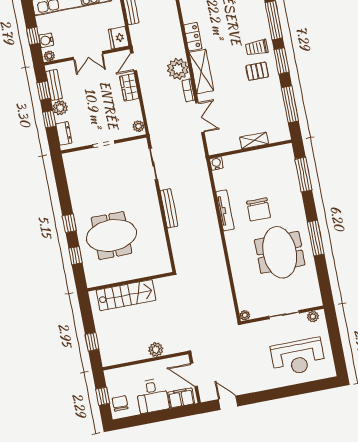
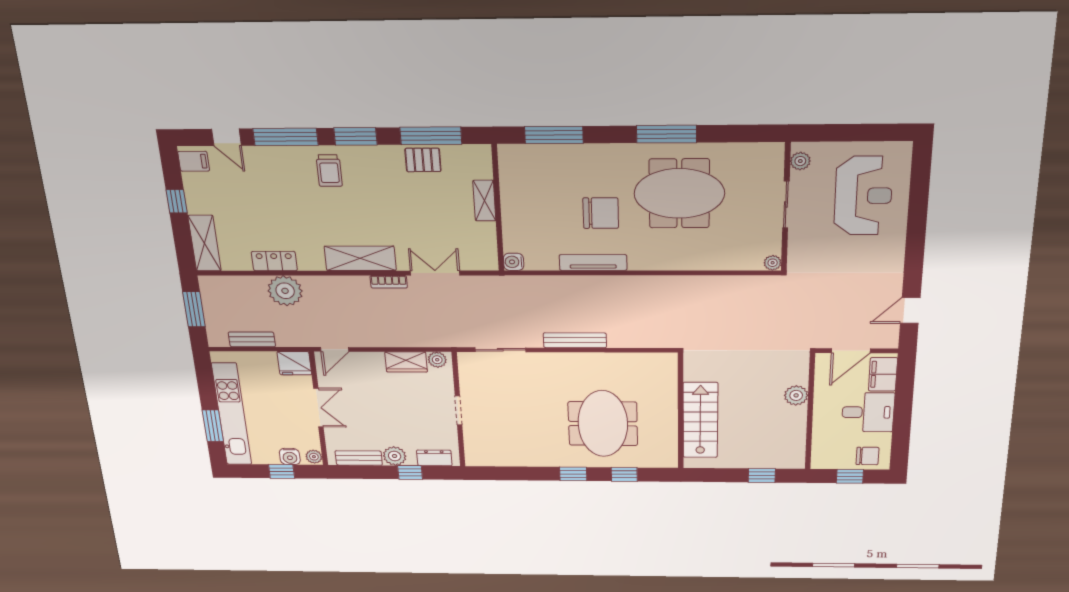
locker: (193, 37) -> (274, 261), moved
door: (134, 62) -> (335, 349), hinge flipped
plant: (178, 69) -> (285, 291), moved
pallet: (257, 71) -> (423, 160), moved, turned 90
wardrobe: (129, 87) -> (406, 362), moved
window: (44, 91) -> (366, 472), removed
chair: (120, 403) -> (868, 456), turned 180

